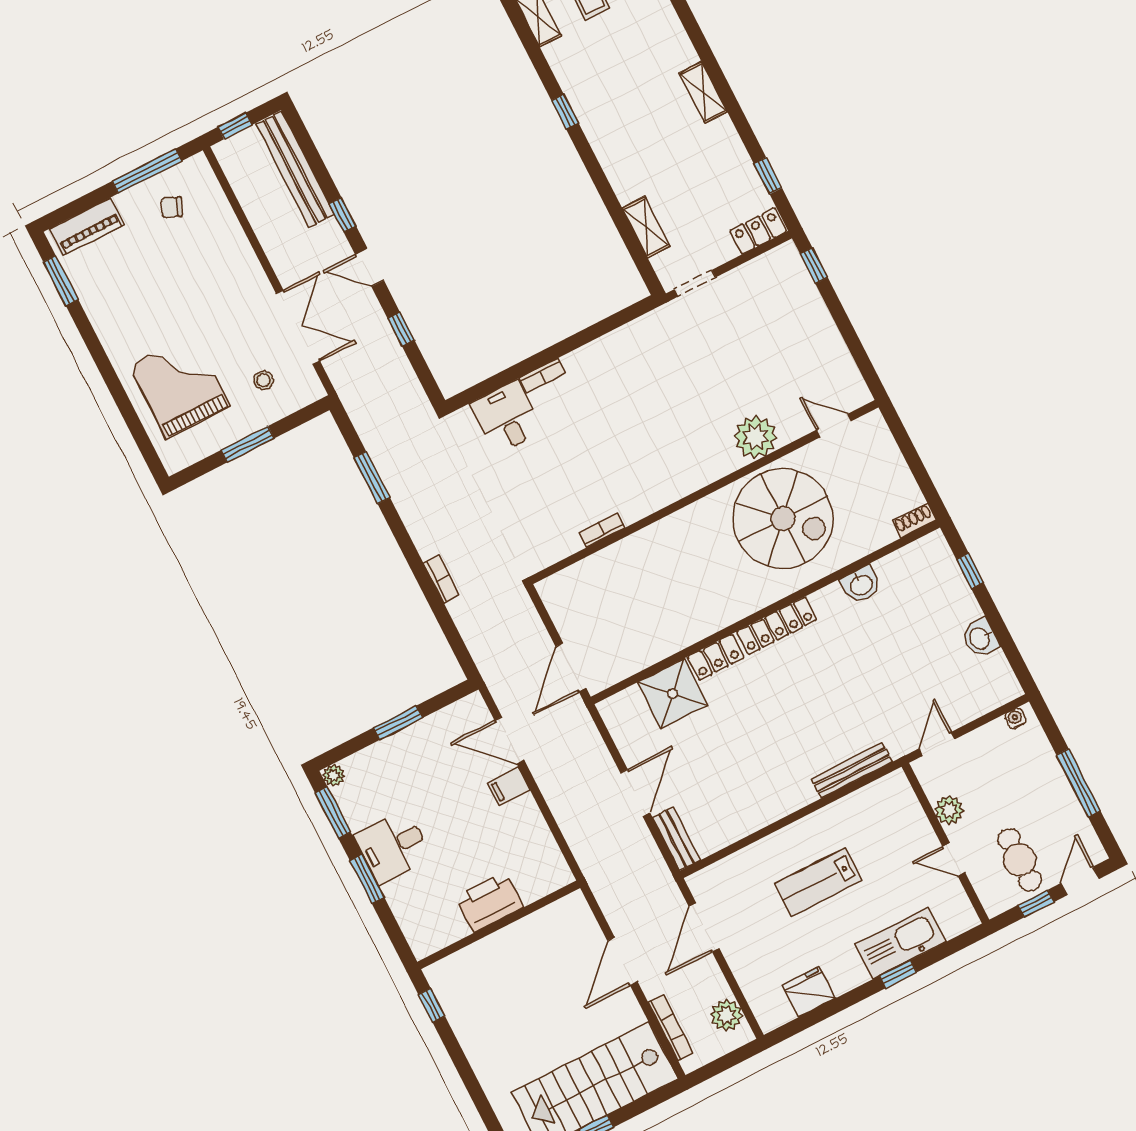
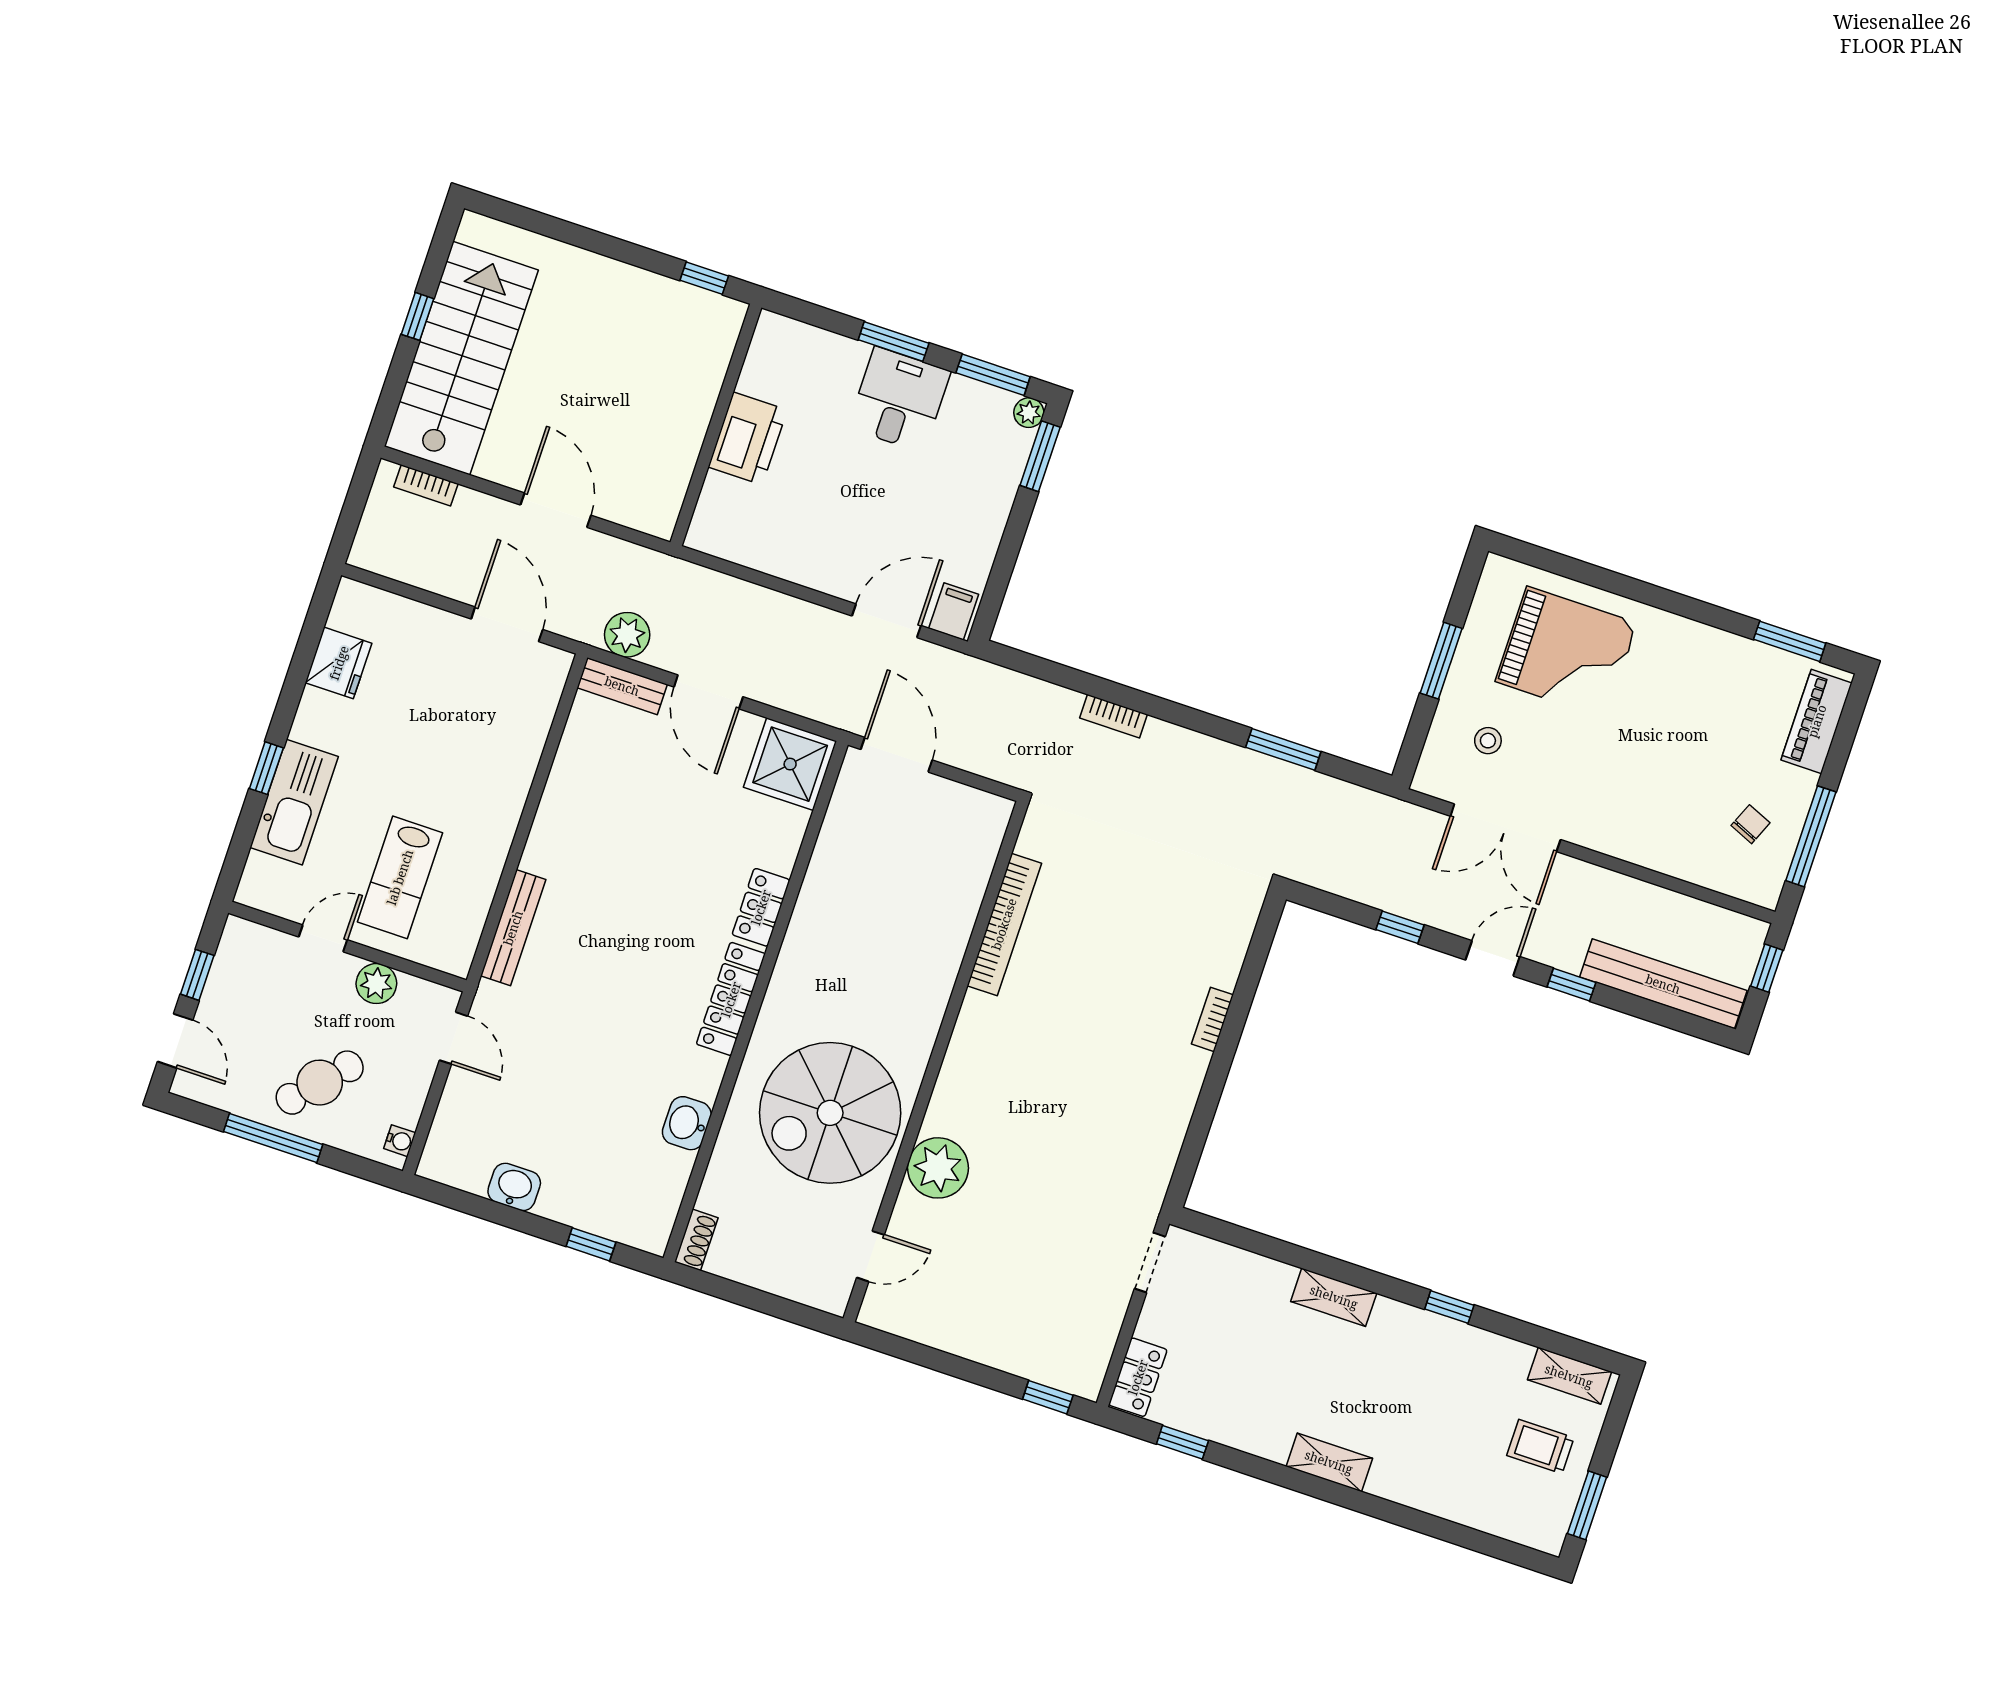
shelving: (646, 227) -> (1334, 1297), moved
desk: (506, 417) -> (1207, 942), removed
bookcase: (602, 530) -> (1004, 924), width x2.31, depth x1.31
shower: (673, 694) -> (790, 764), moved
window: (398, 723) -> (1040, 456), moved
filing cabinet: (509, 786) -> (954, 611), moved
cafe table: (1019, 860) -> (320, 1083), moved, turned -48
lab bench: (818, 882) -> (400, 877), moved, turned 180
plant: (726, 1015) -> (627, 635), moved
bookcase: (671, 1028) -> (426, 485), width x0.64

